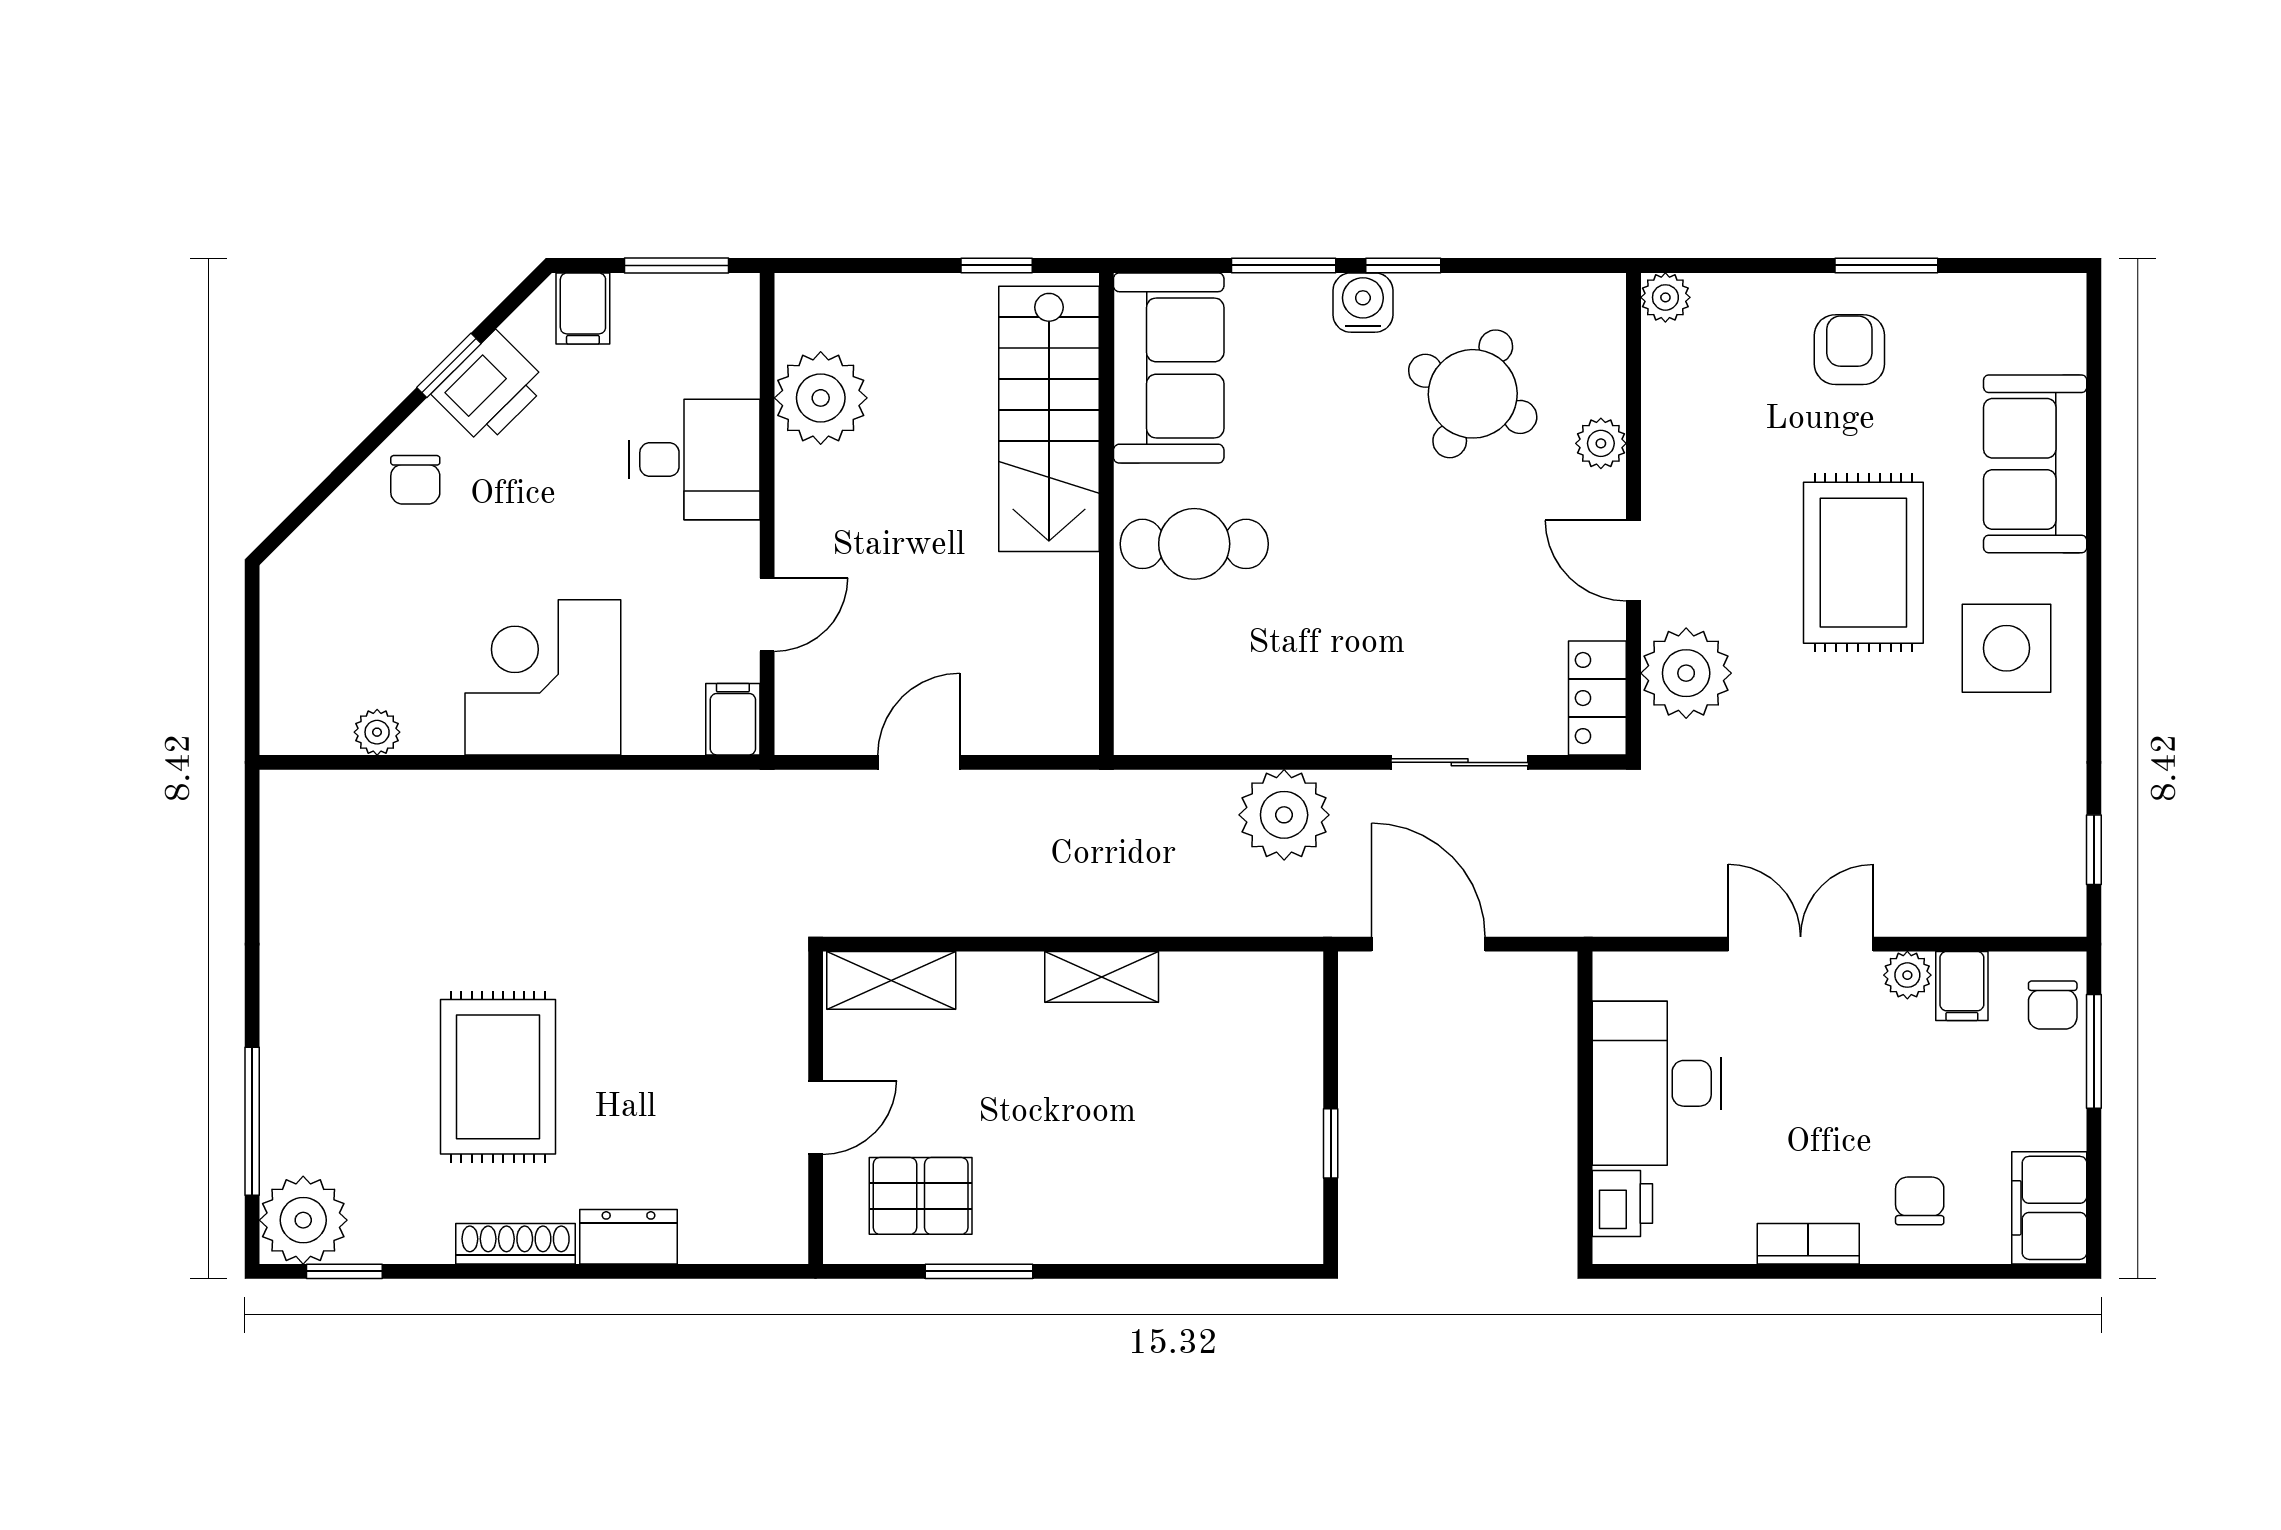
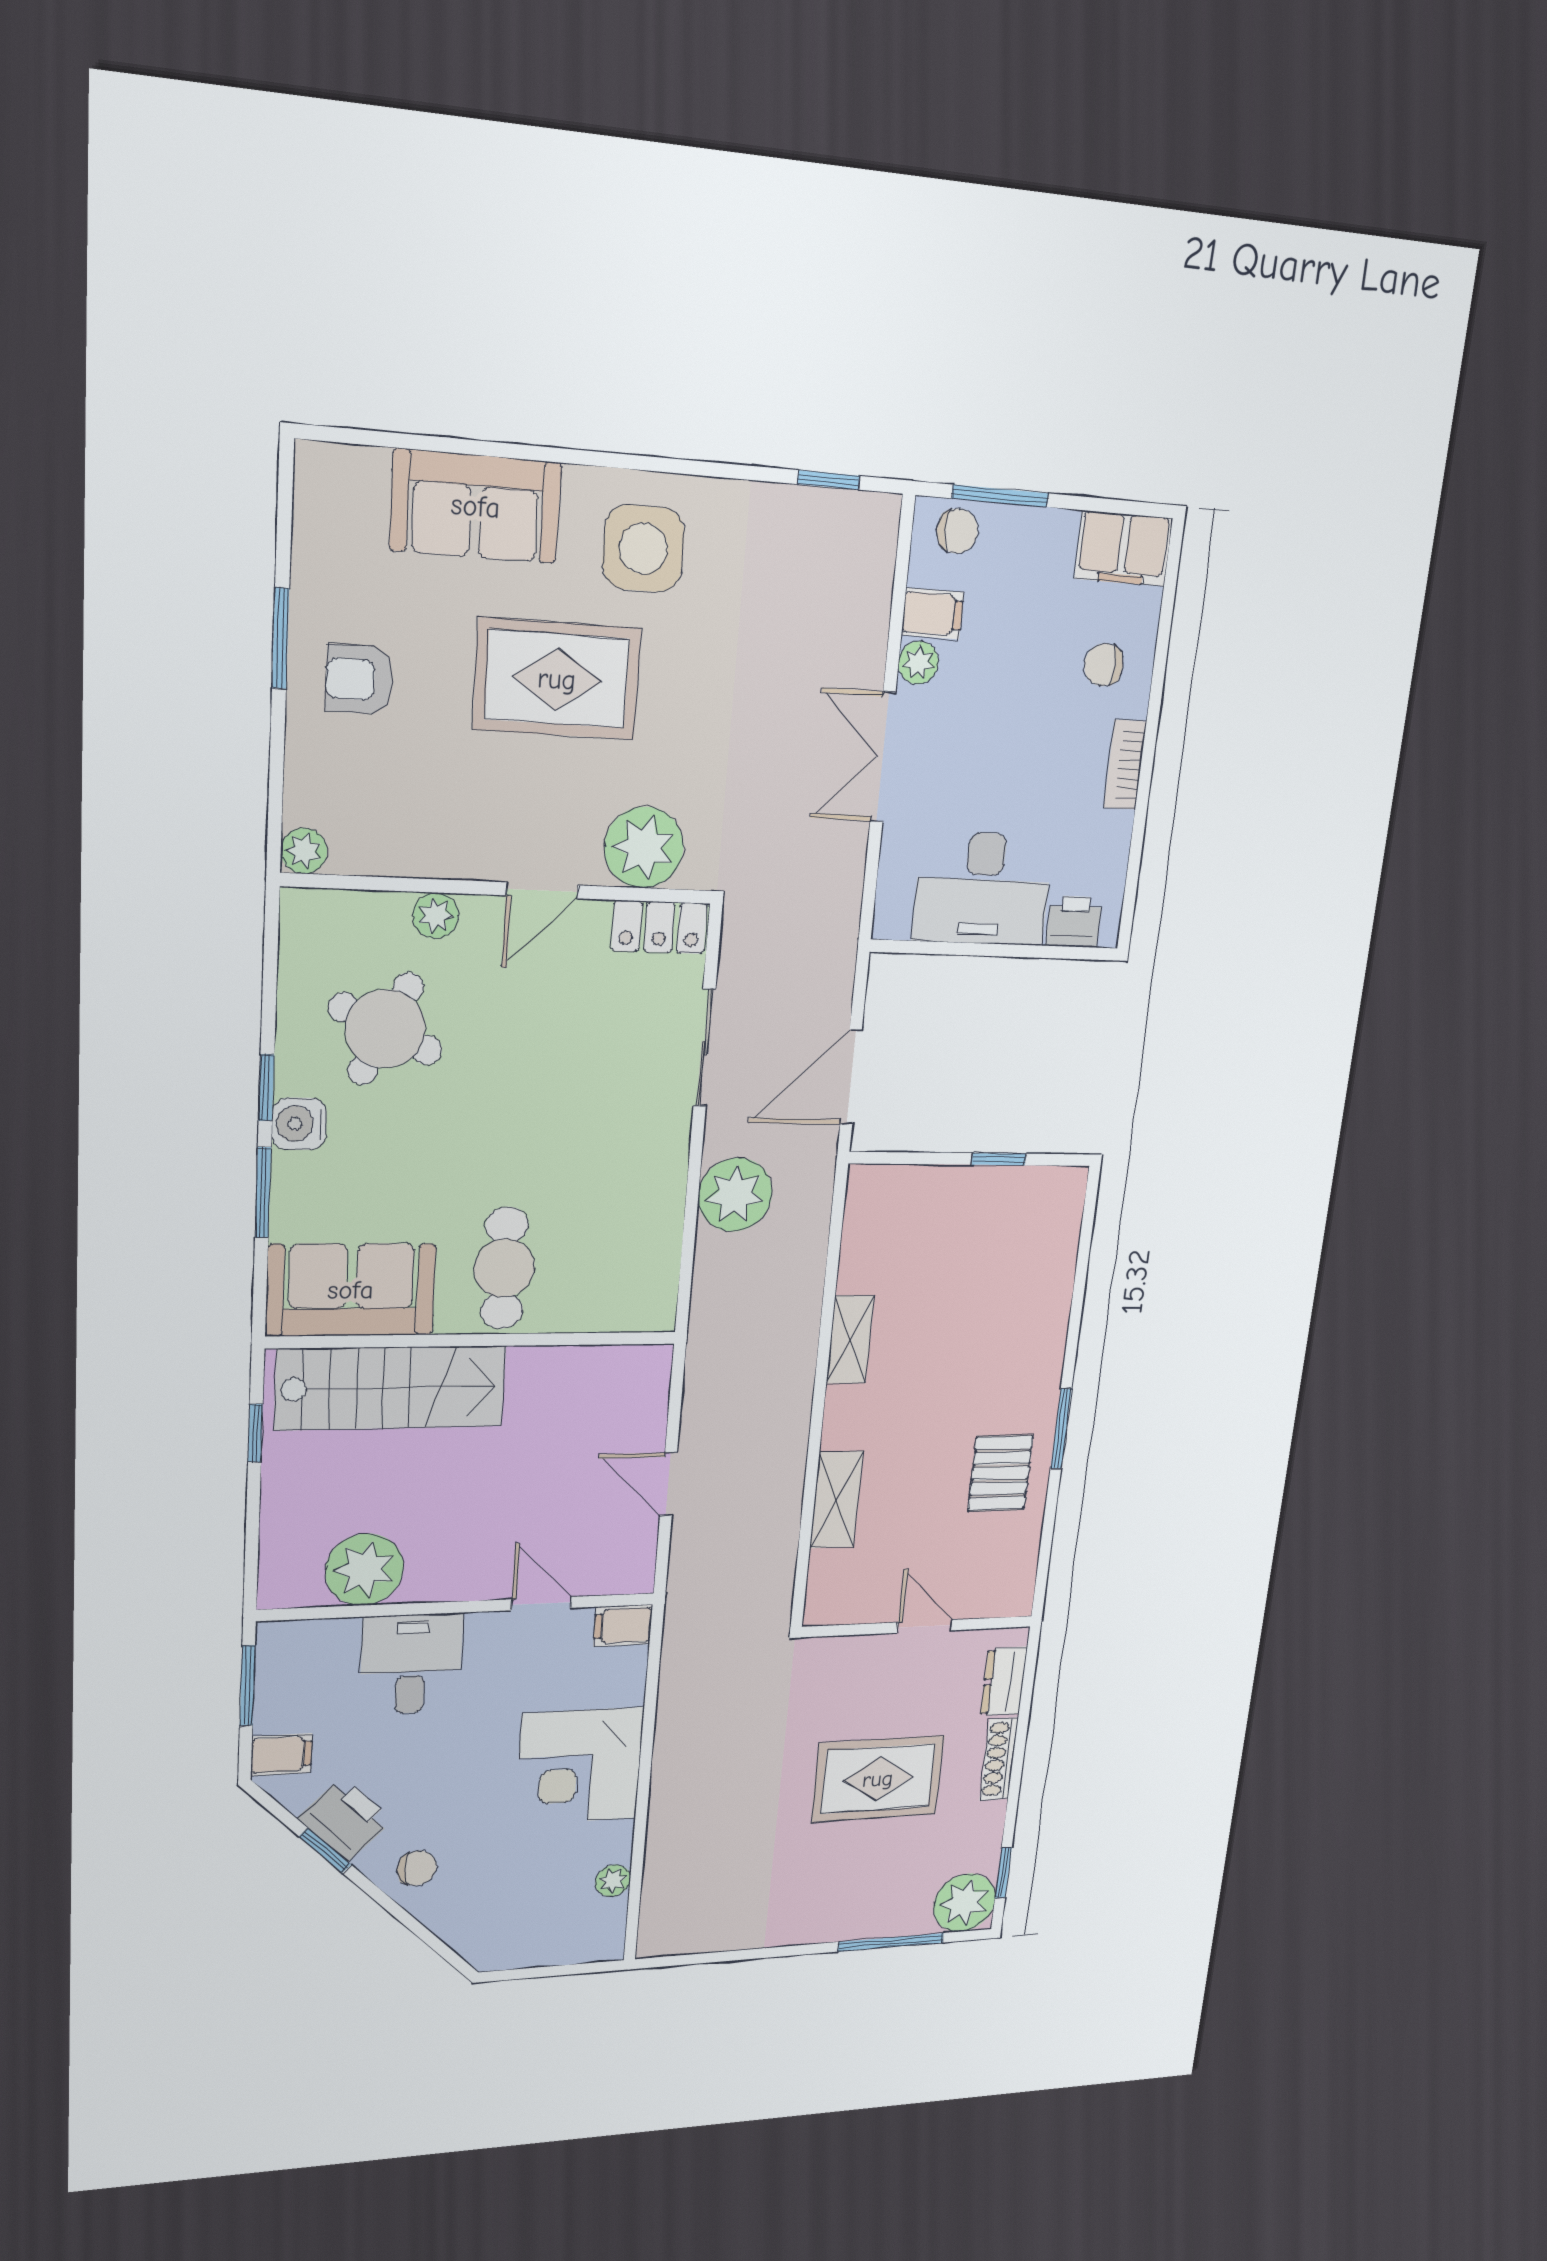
wall: (816, 1108) -> (918, 1627), moved
door: (816, 1117) -> (925, 1626), moved

